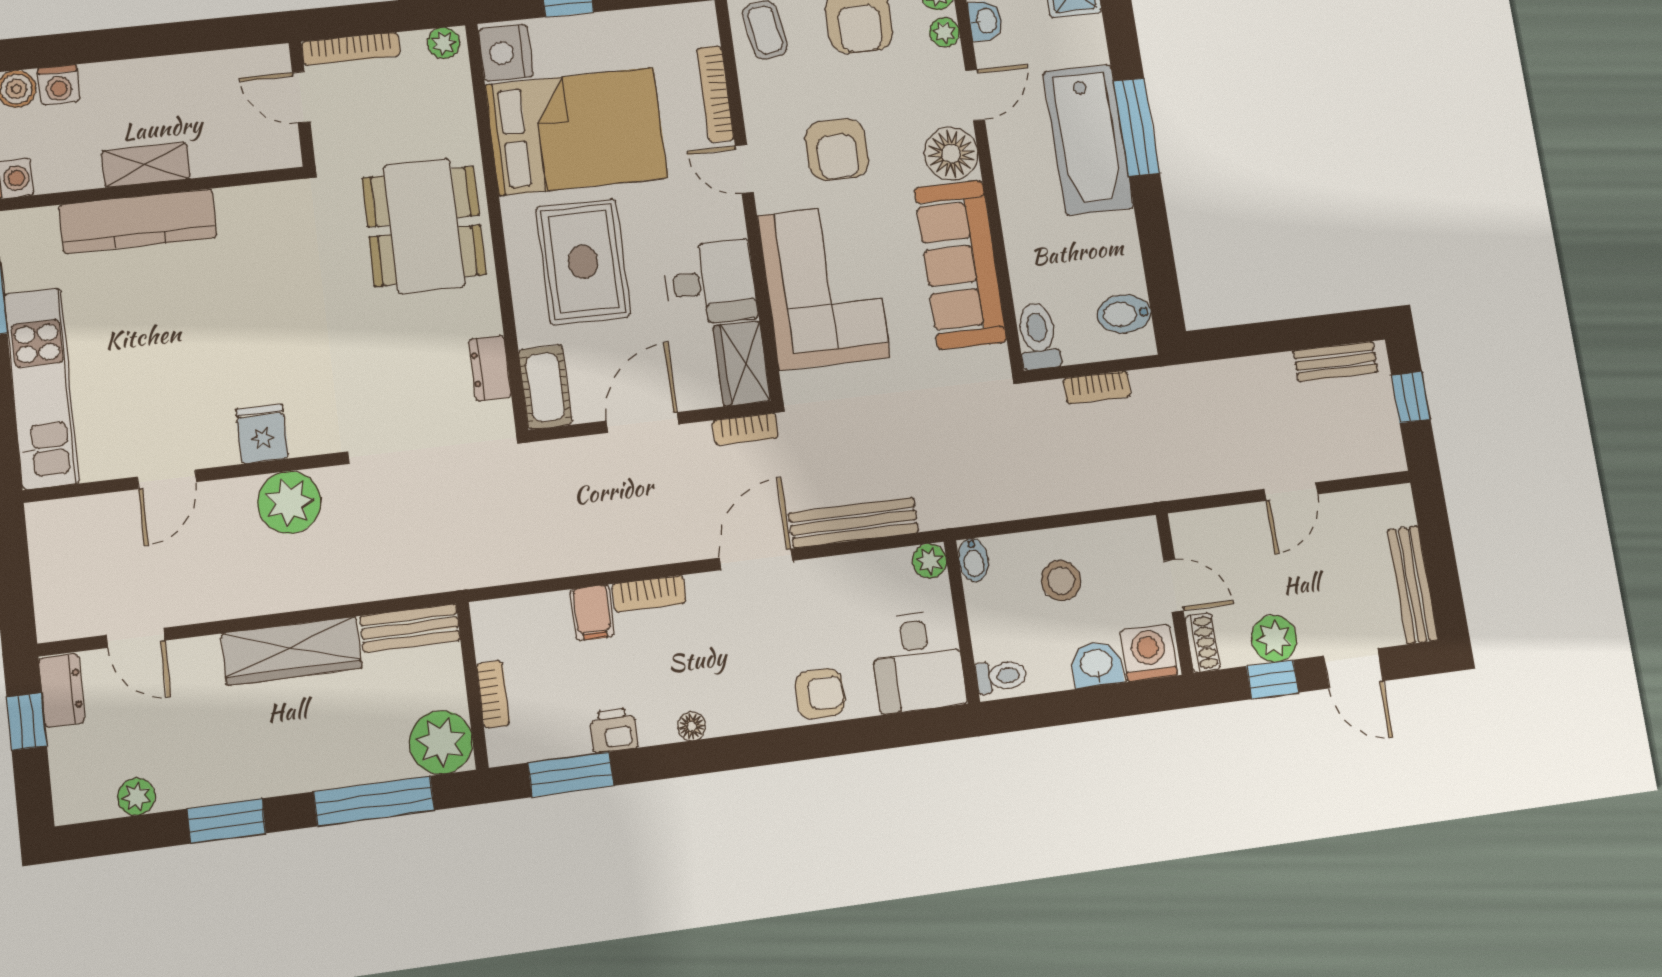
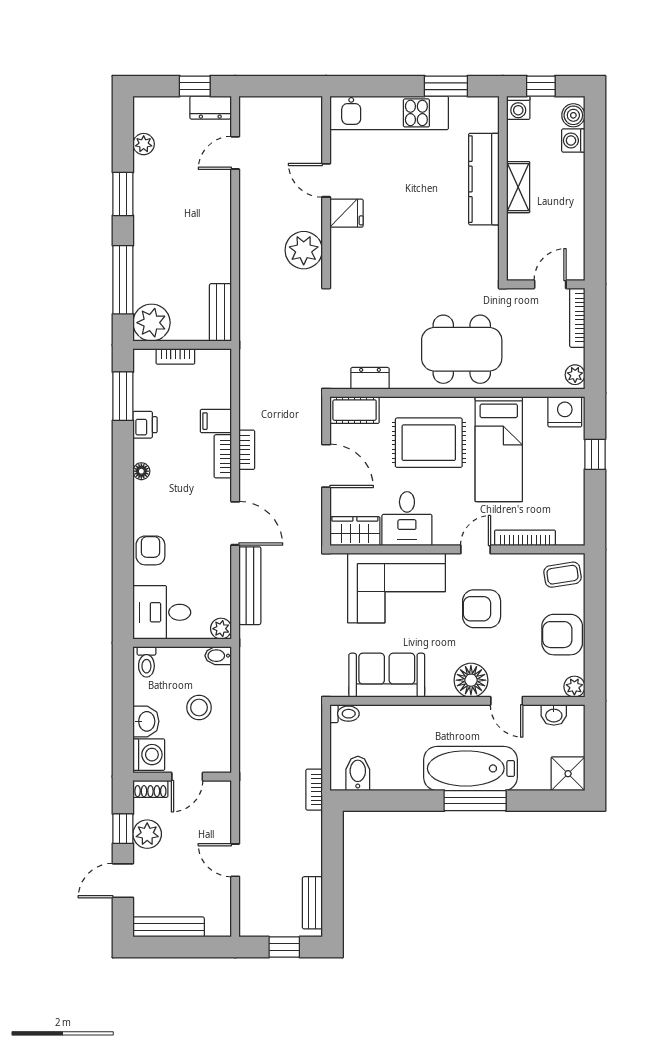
plant: (944, 32) -> (549, 688), removed
bed: (577, 131) -> (499, 449), width x0.67
sofa: (960, 265) -> (387, 675), width x0.73
toilet: (1038, 336) -> (345, 714), width x0.73, depth x0.72
bookcase: (1097, 387) -> (314, 790), moved
bookcase: (745, 429) -> (247, 450), moved, turned 180
fridge: (262, 434) -> (347, 213), moved
wardrobe: (291, 651) -> (216, 242), removed
armchair: (820, 694) -> (150, 550), turned 180

